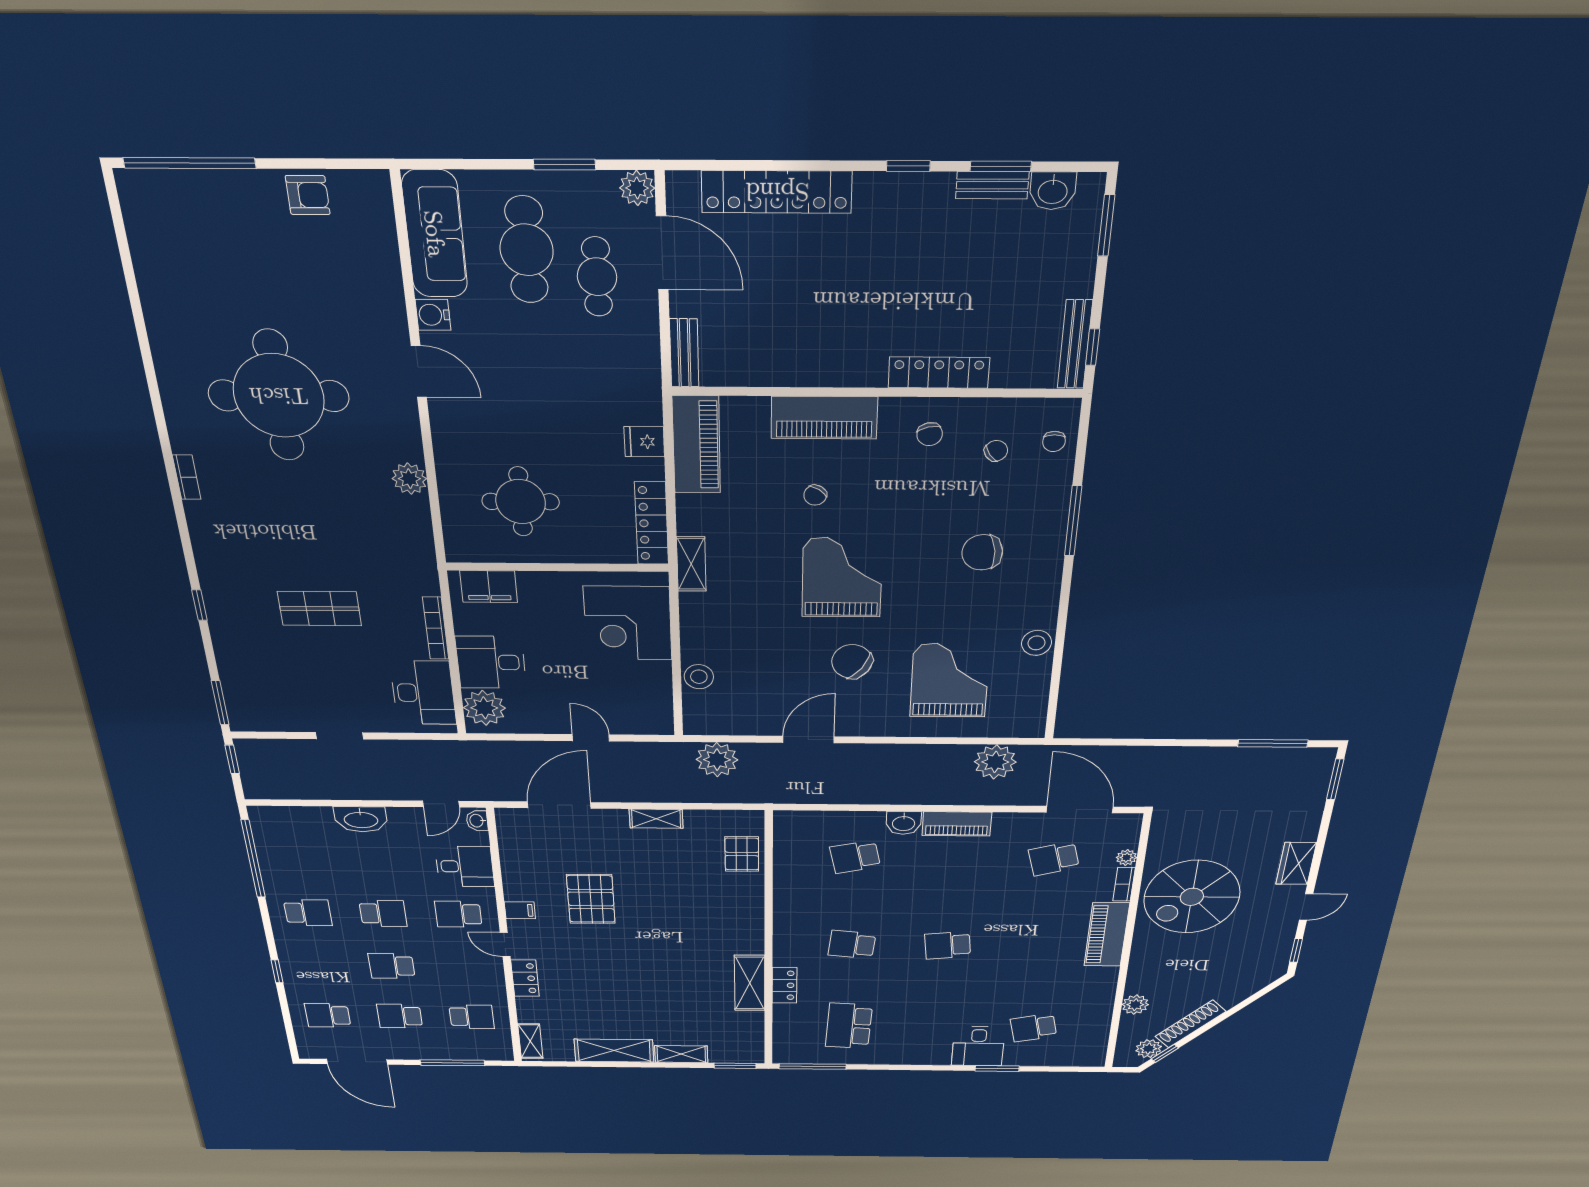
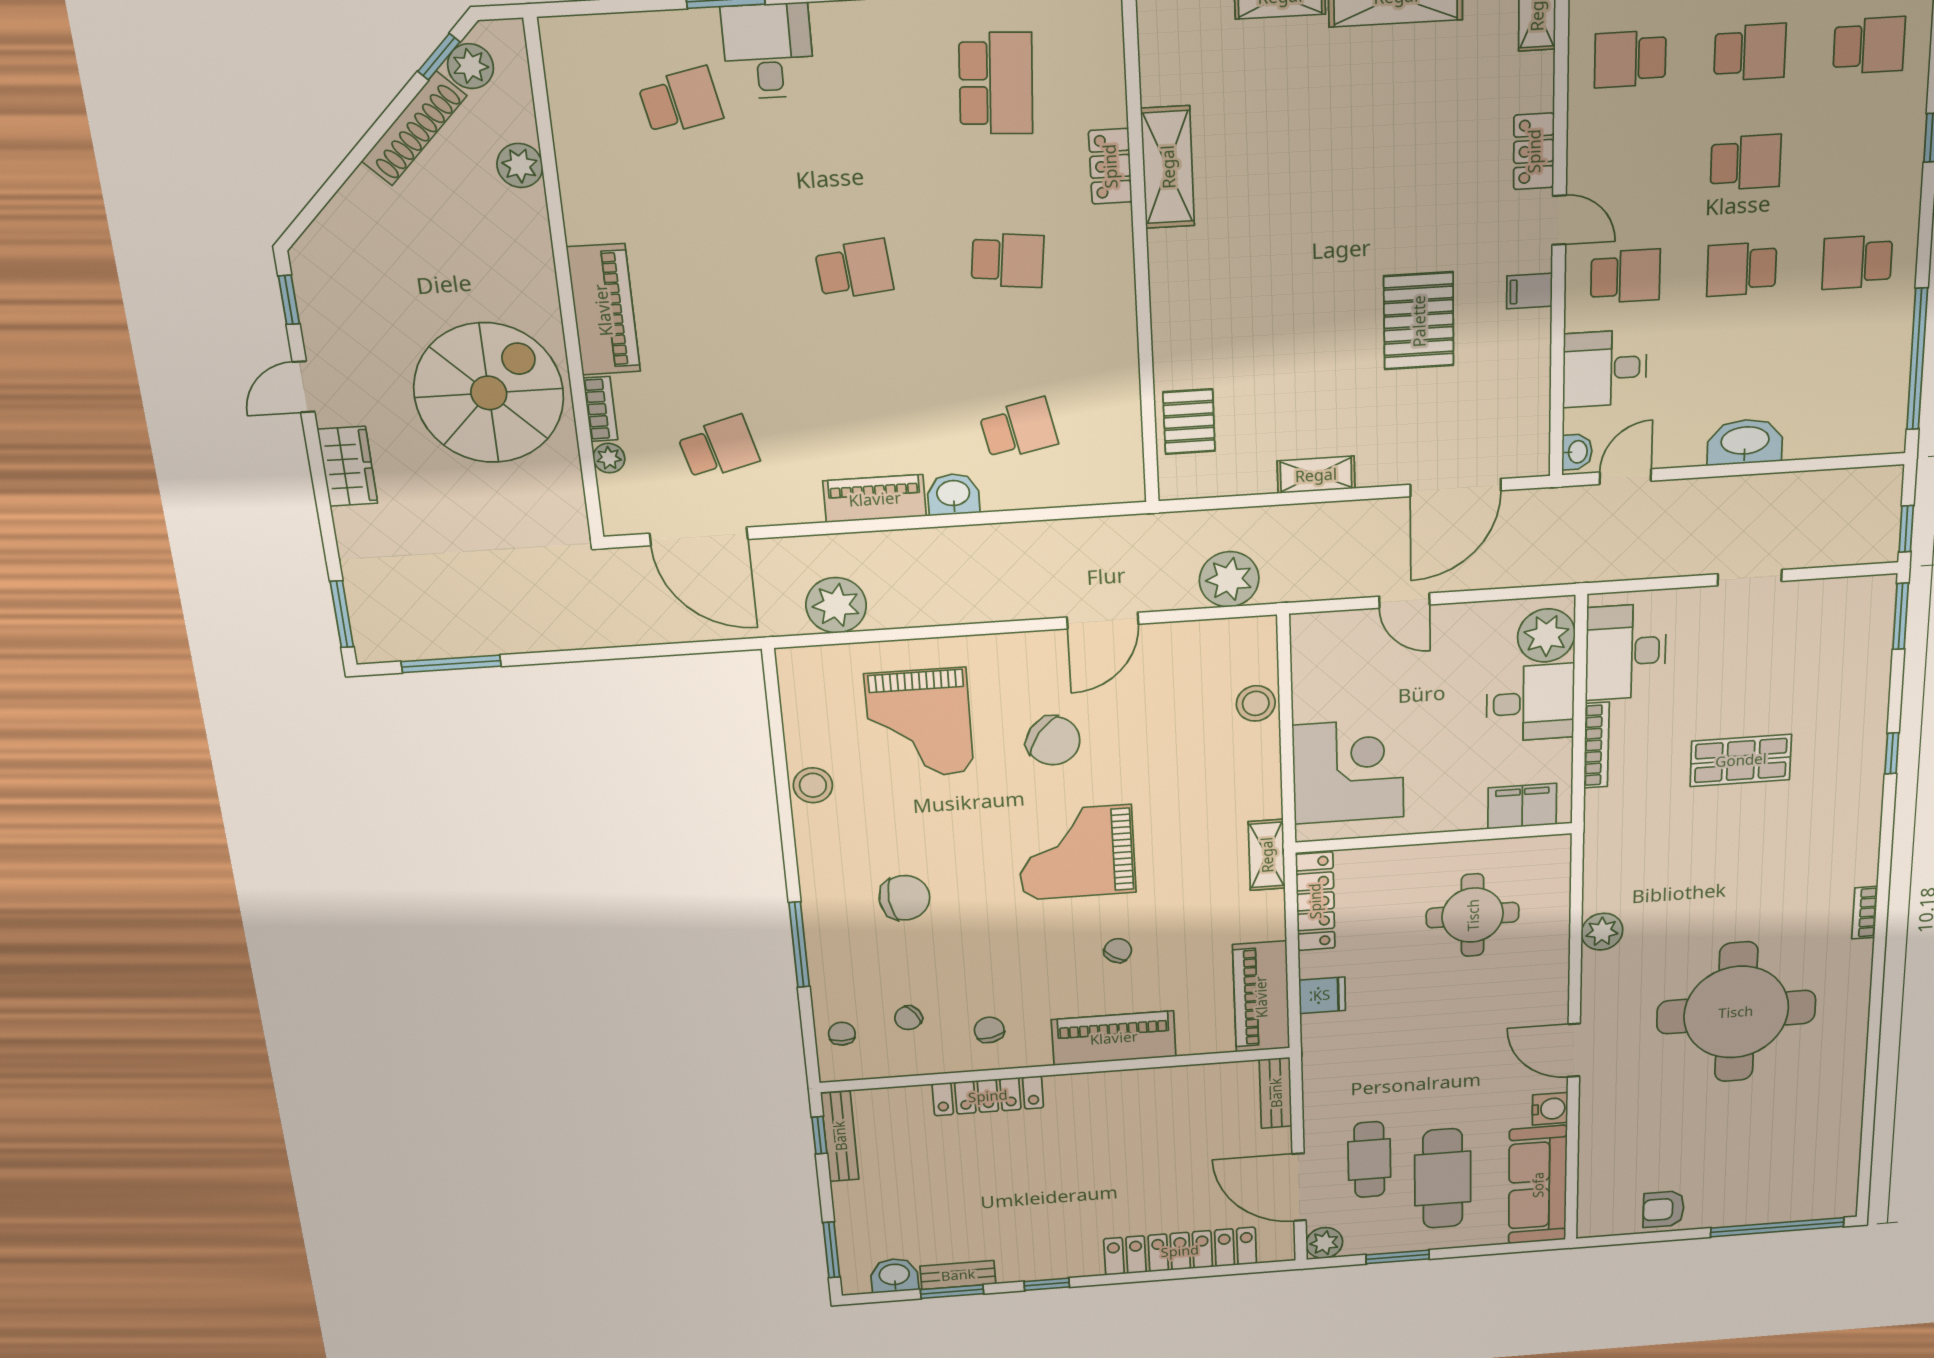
grand piano: (842, 578) -> (1076, 852), turned 90

